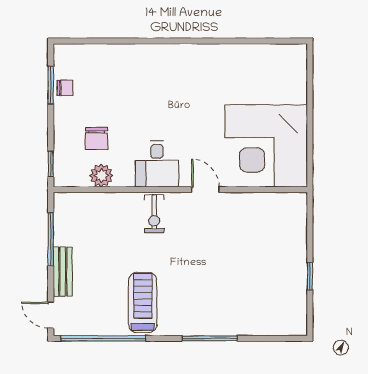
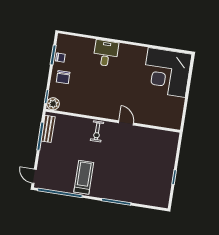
chair: (96, 139) -> (63, 77), moved
corner desk: (266, 146) -> (167, 73), moved
desk: (157, 164) -> (106, 53), moved, turned 180
plant: (101, 176) -> (53, 104), moved
bench: (63, 272) -> (48, 129), moved

